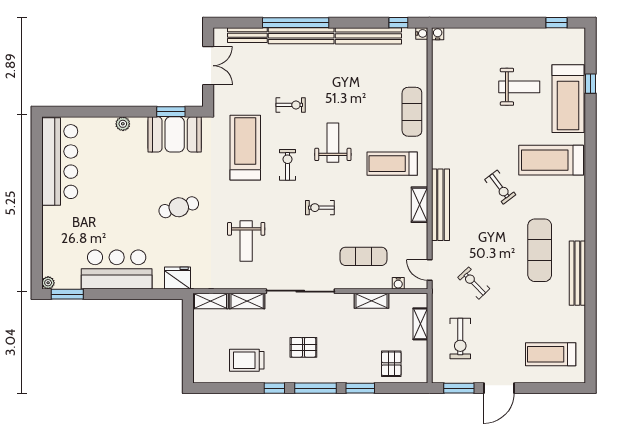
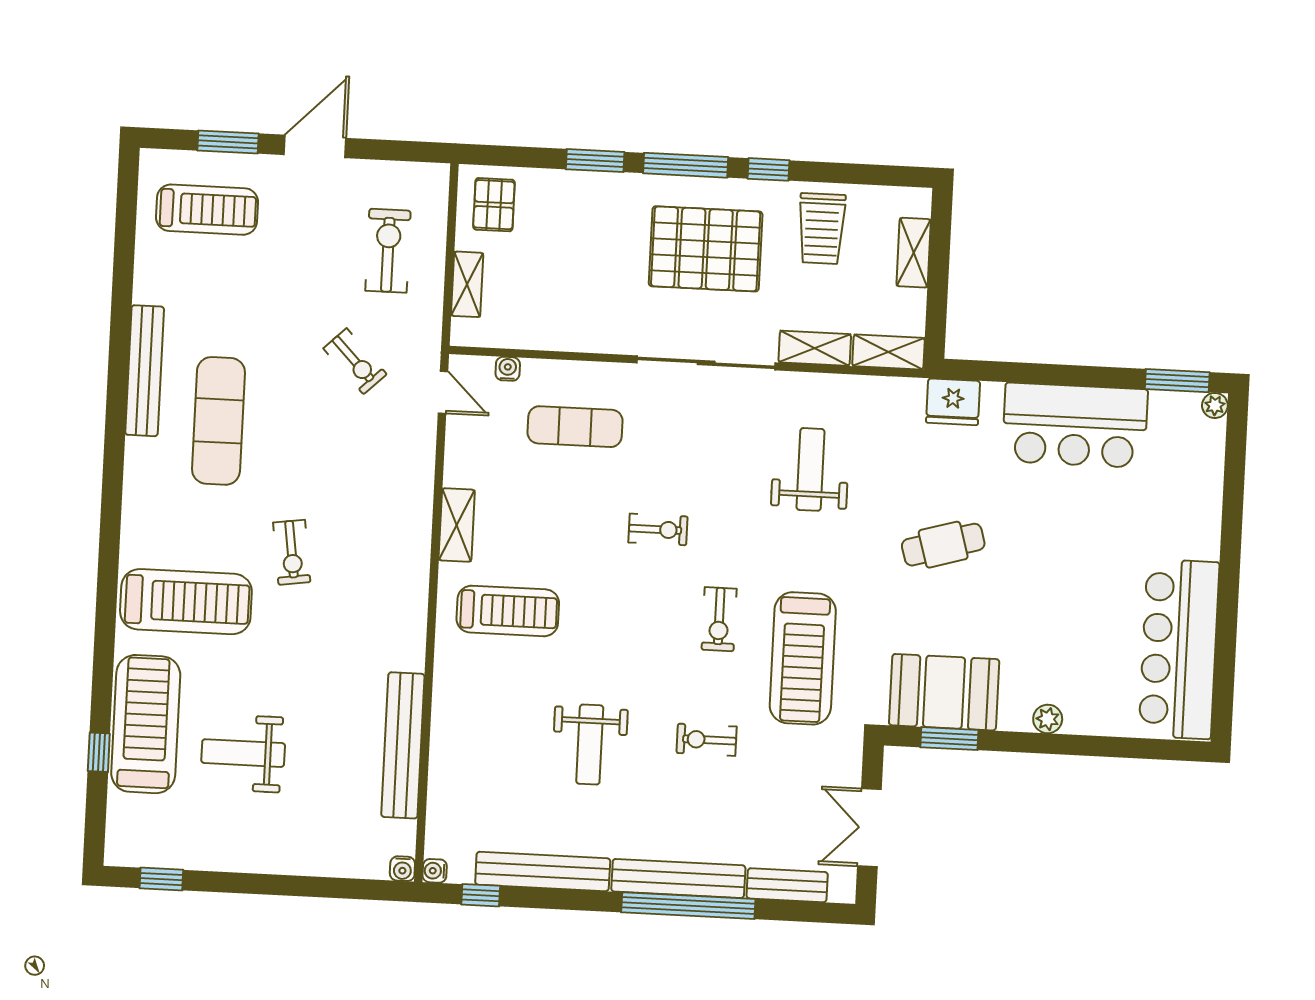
exercise mat: (412, 112) -> (462, 714), removed
weight bench: (333, 143) -> (590, 745), moved
exercise bike: (500, 187) -> (292, 552), turned -151
bench: (440, 205) -> (403, 745), moved
shelving: (372, 301) -> (914, 253), moved, turned 90
pallet: (303, 347) -> (706, 249), width x2.05, depth x2.00
trolley: (247, 360) -> (822, 229), turned 90
pallet: (391, 364) -> (494, 205), moved
window: (459, 388) -> (228, 142), moved

